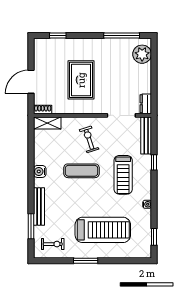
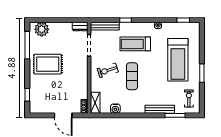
rug: (81, 80) -> (48, 64), moved
water cooler: (40, 171) -> (115, 109), moved
treadmill: (123, 175) -> (135, 44), turned 180
treadmill: (103, 230) -> (178, 60), turned 180

